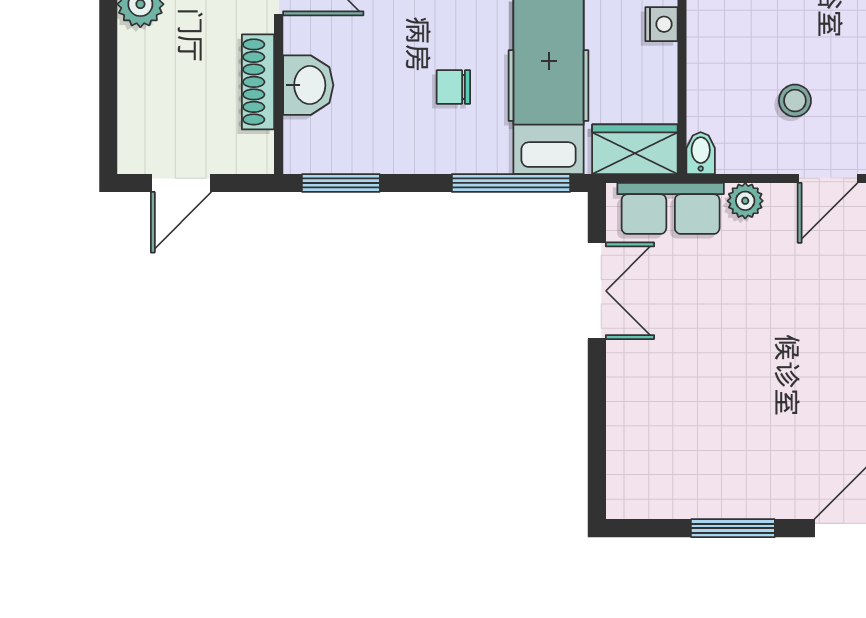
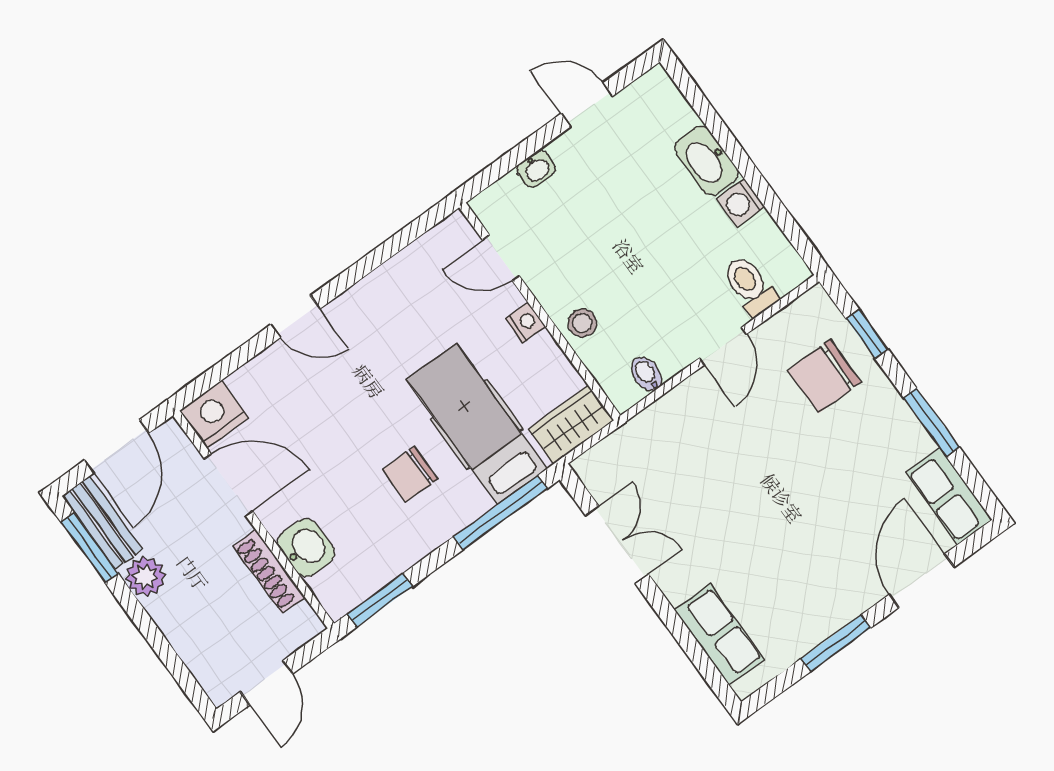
chair: (453, 87) -> (410, 474), width x1.37, depth x1.37
stool: (795, 101) -> (582, 323), moved
bidet: (701, 153) -> (647, 374), moved
plant: (745, 201) -> (676, 404), removed
row of seats: (671, 208) -> (720, 635), moved, turned -90

